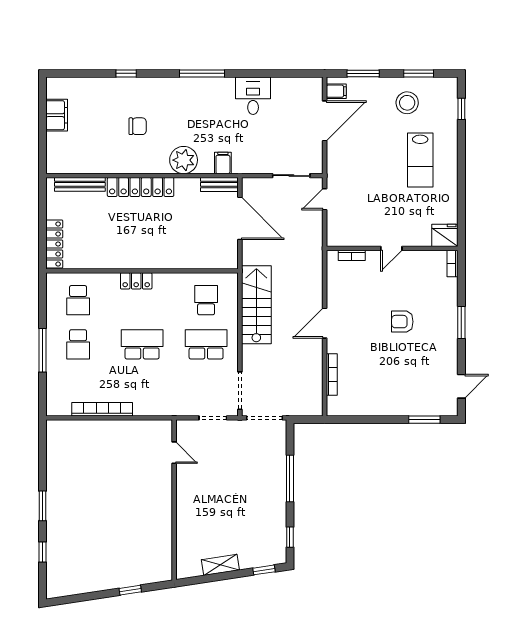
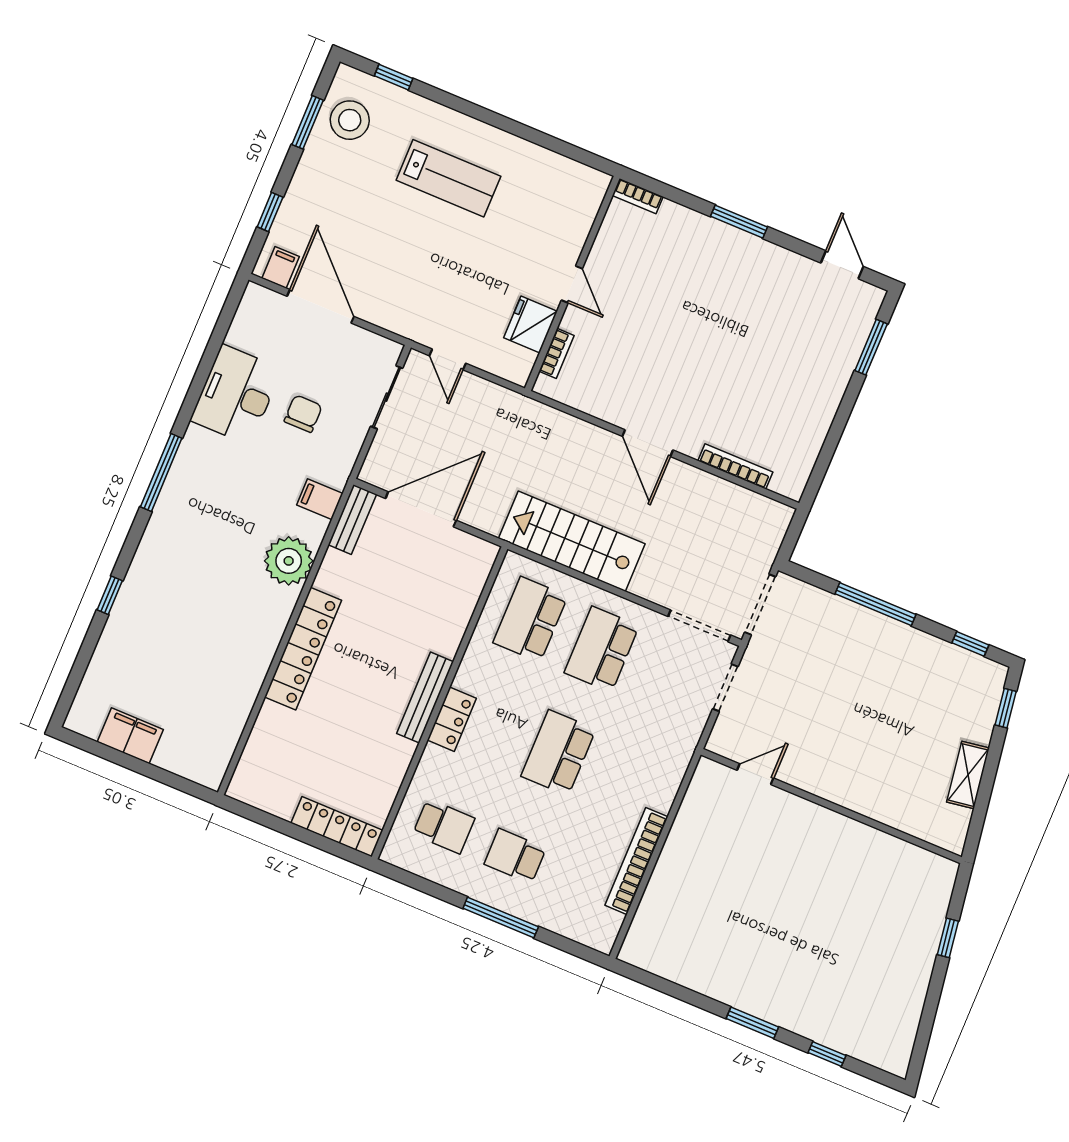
window: (363, 73) -> (270, 212), width x0.67
desk: (253, 96) -> (236, 395), width x1.37
stool: (407, 103) -> (350, 120), moved
chair: (138, 126) -> (303, 414), moved
bench: (80, 184) -> (425, 698), moved
fridge: (445, 235) -> (531, 325), moved
school desk: (206, 300) -> (530, 619), width x1.85
armchair: (402, 322) -> (698, 316), removed
school desk: (78, 344) -> (515, 856), turned 180

